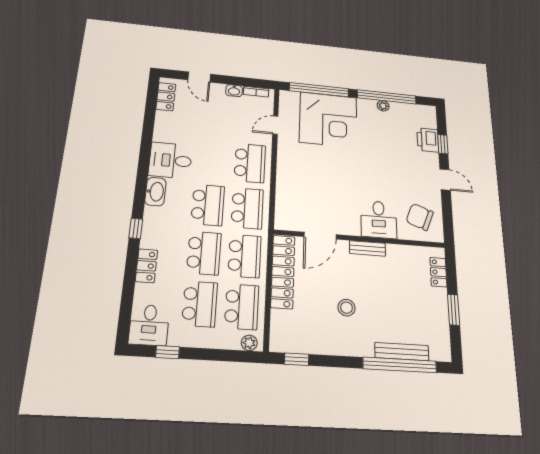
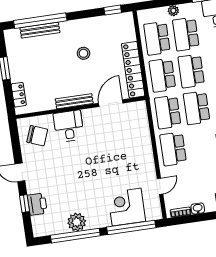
plant: (383, 106) -> (77, 222), width x1.87, depth x1.87
corner desk: (328, 120) -> (127, 207), width x0.74, depth x0.74
bench: (367, 248) -> (74, 101), width x1.36
plant: (249, 343) -> (173, 11), moved

